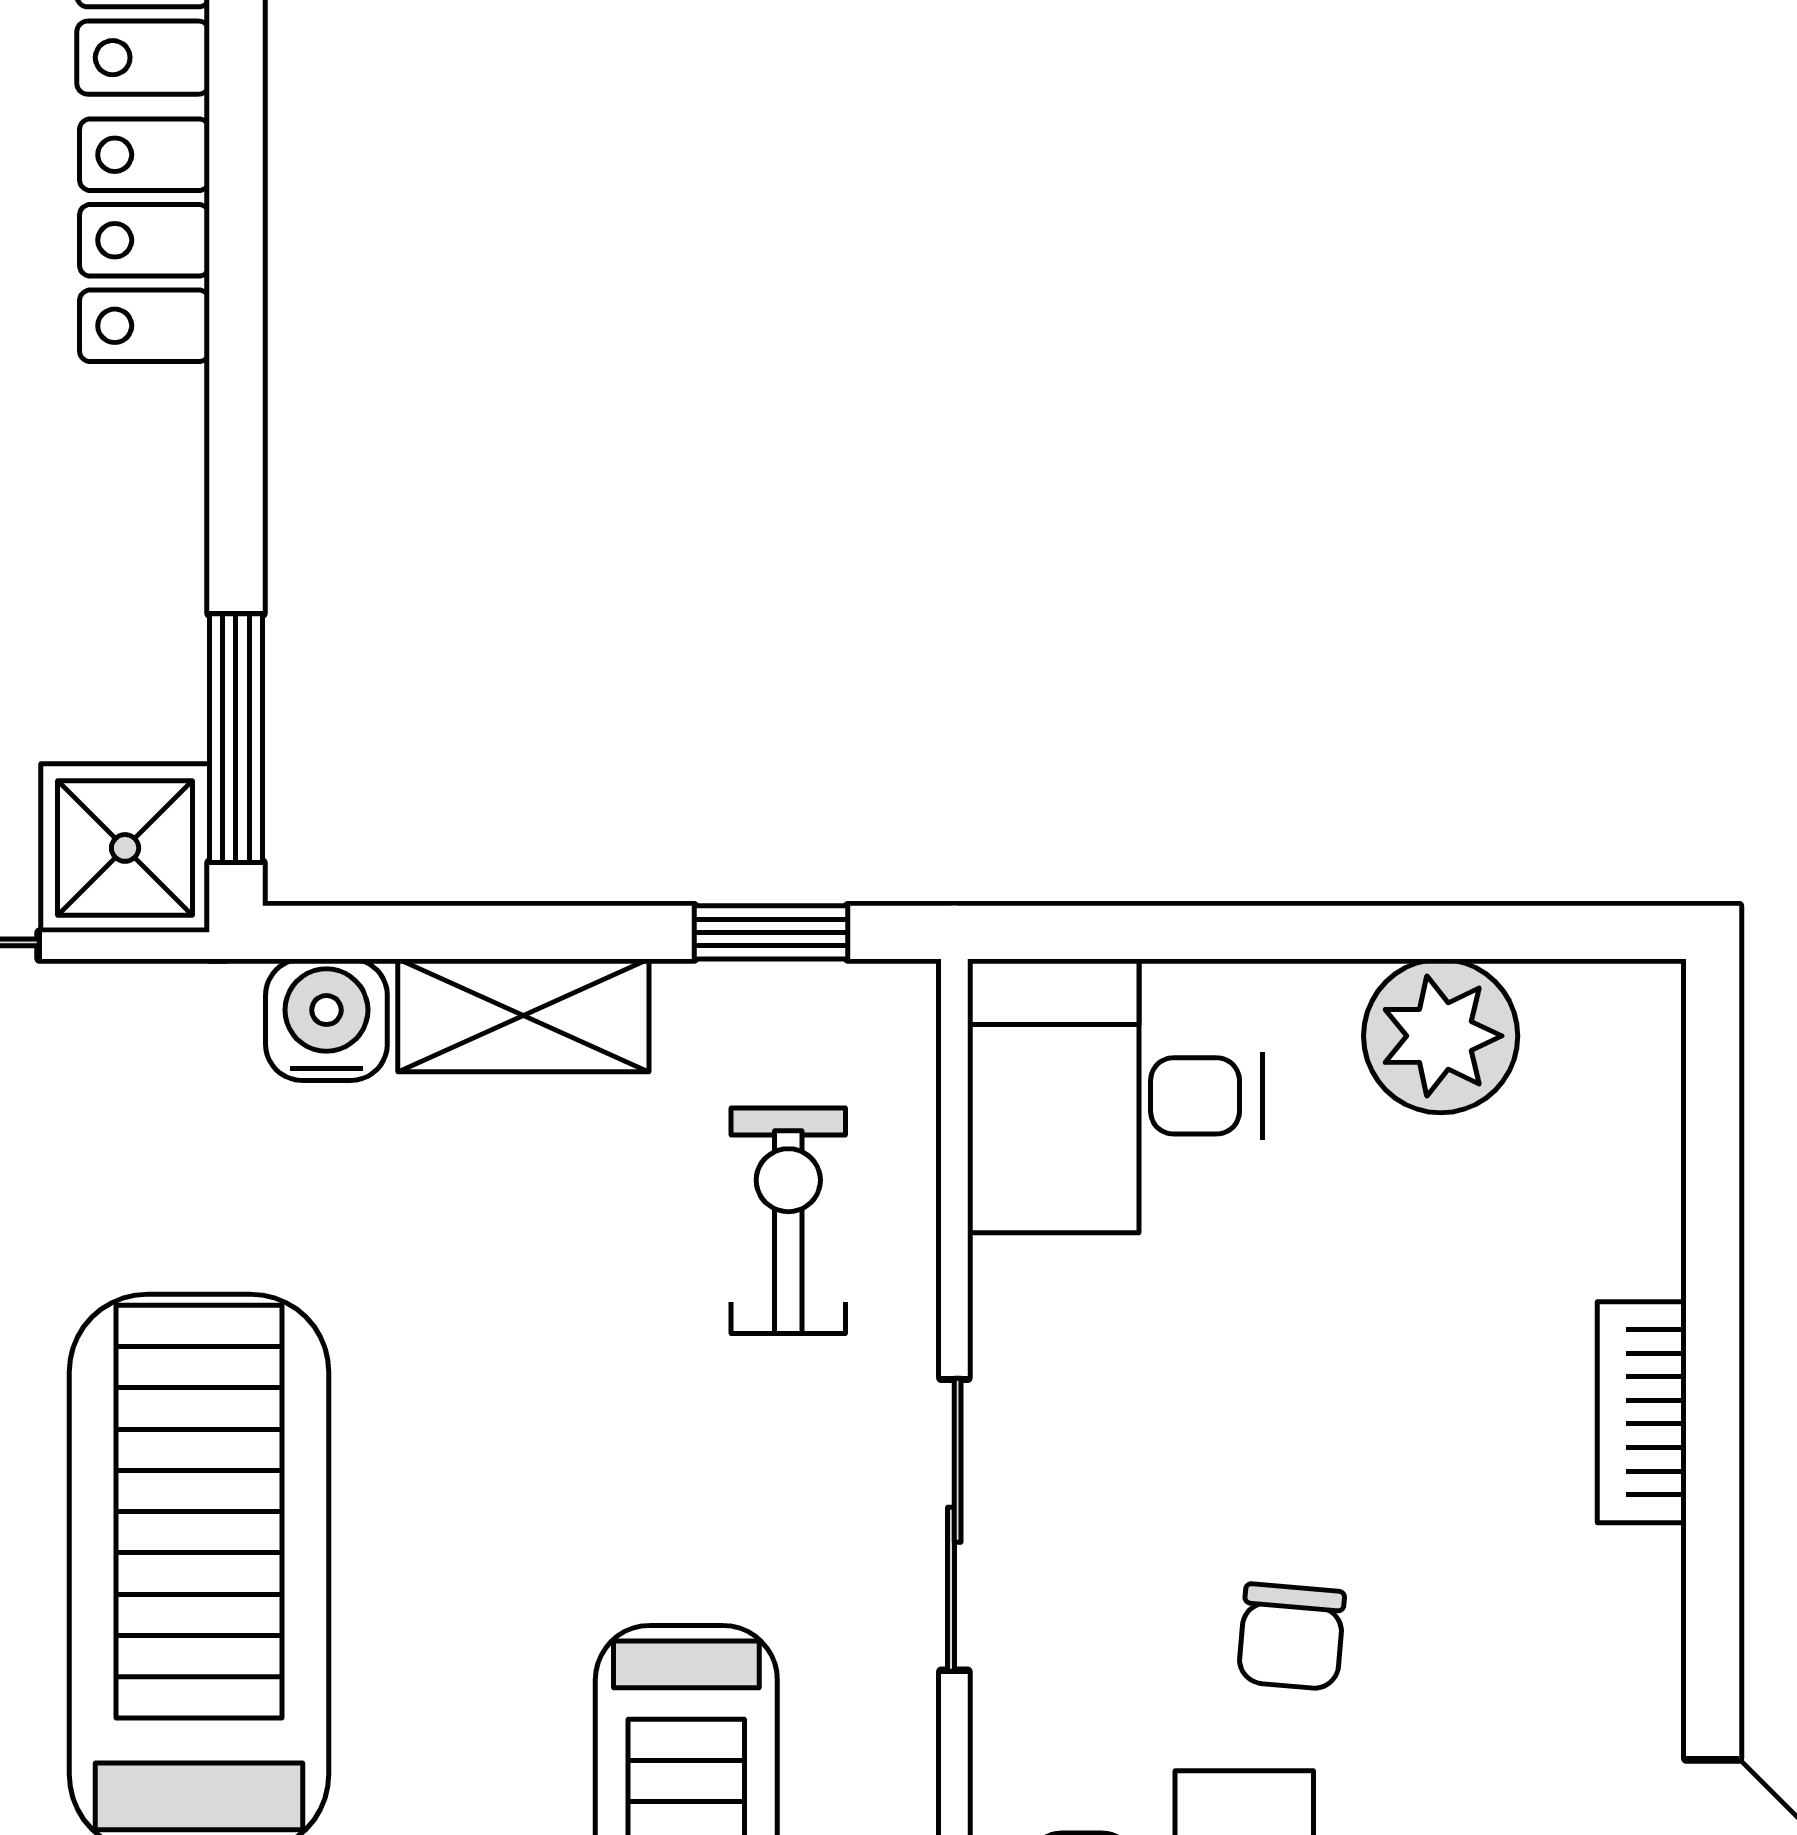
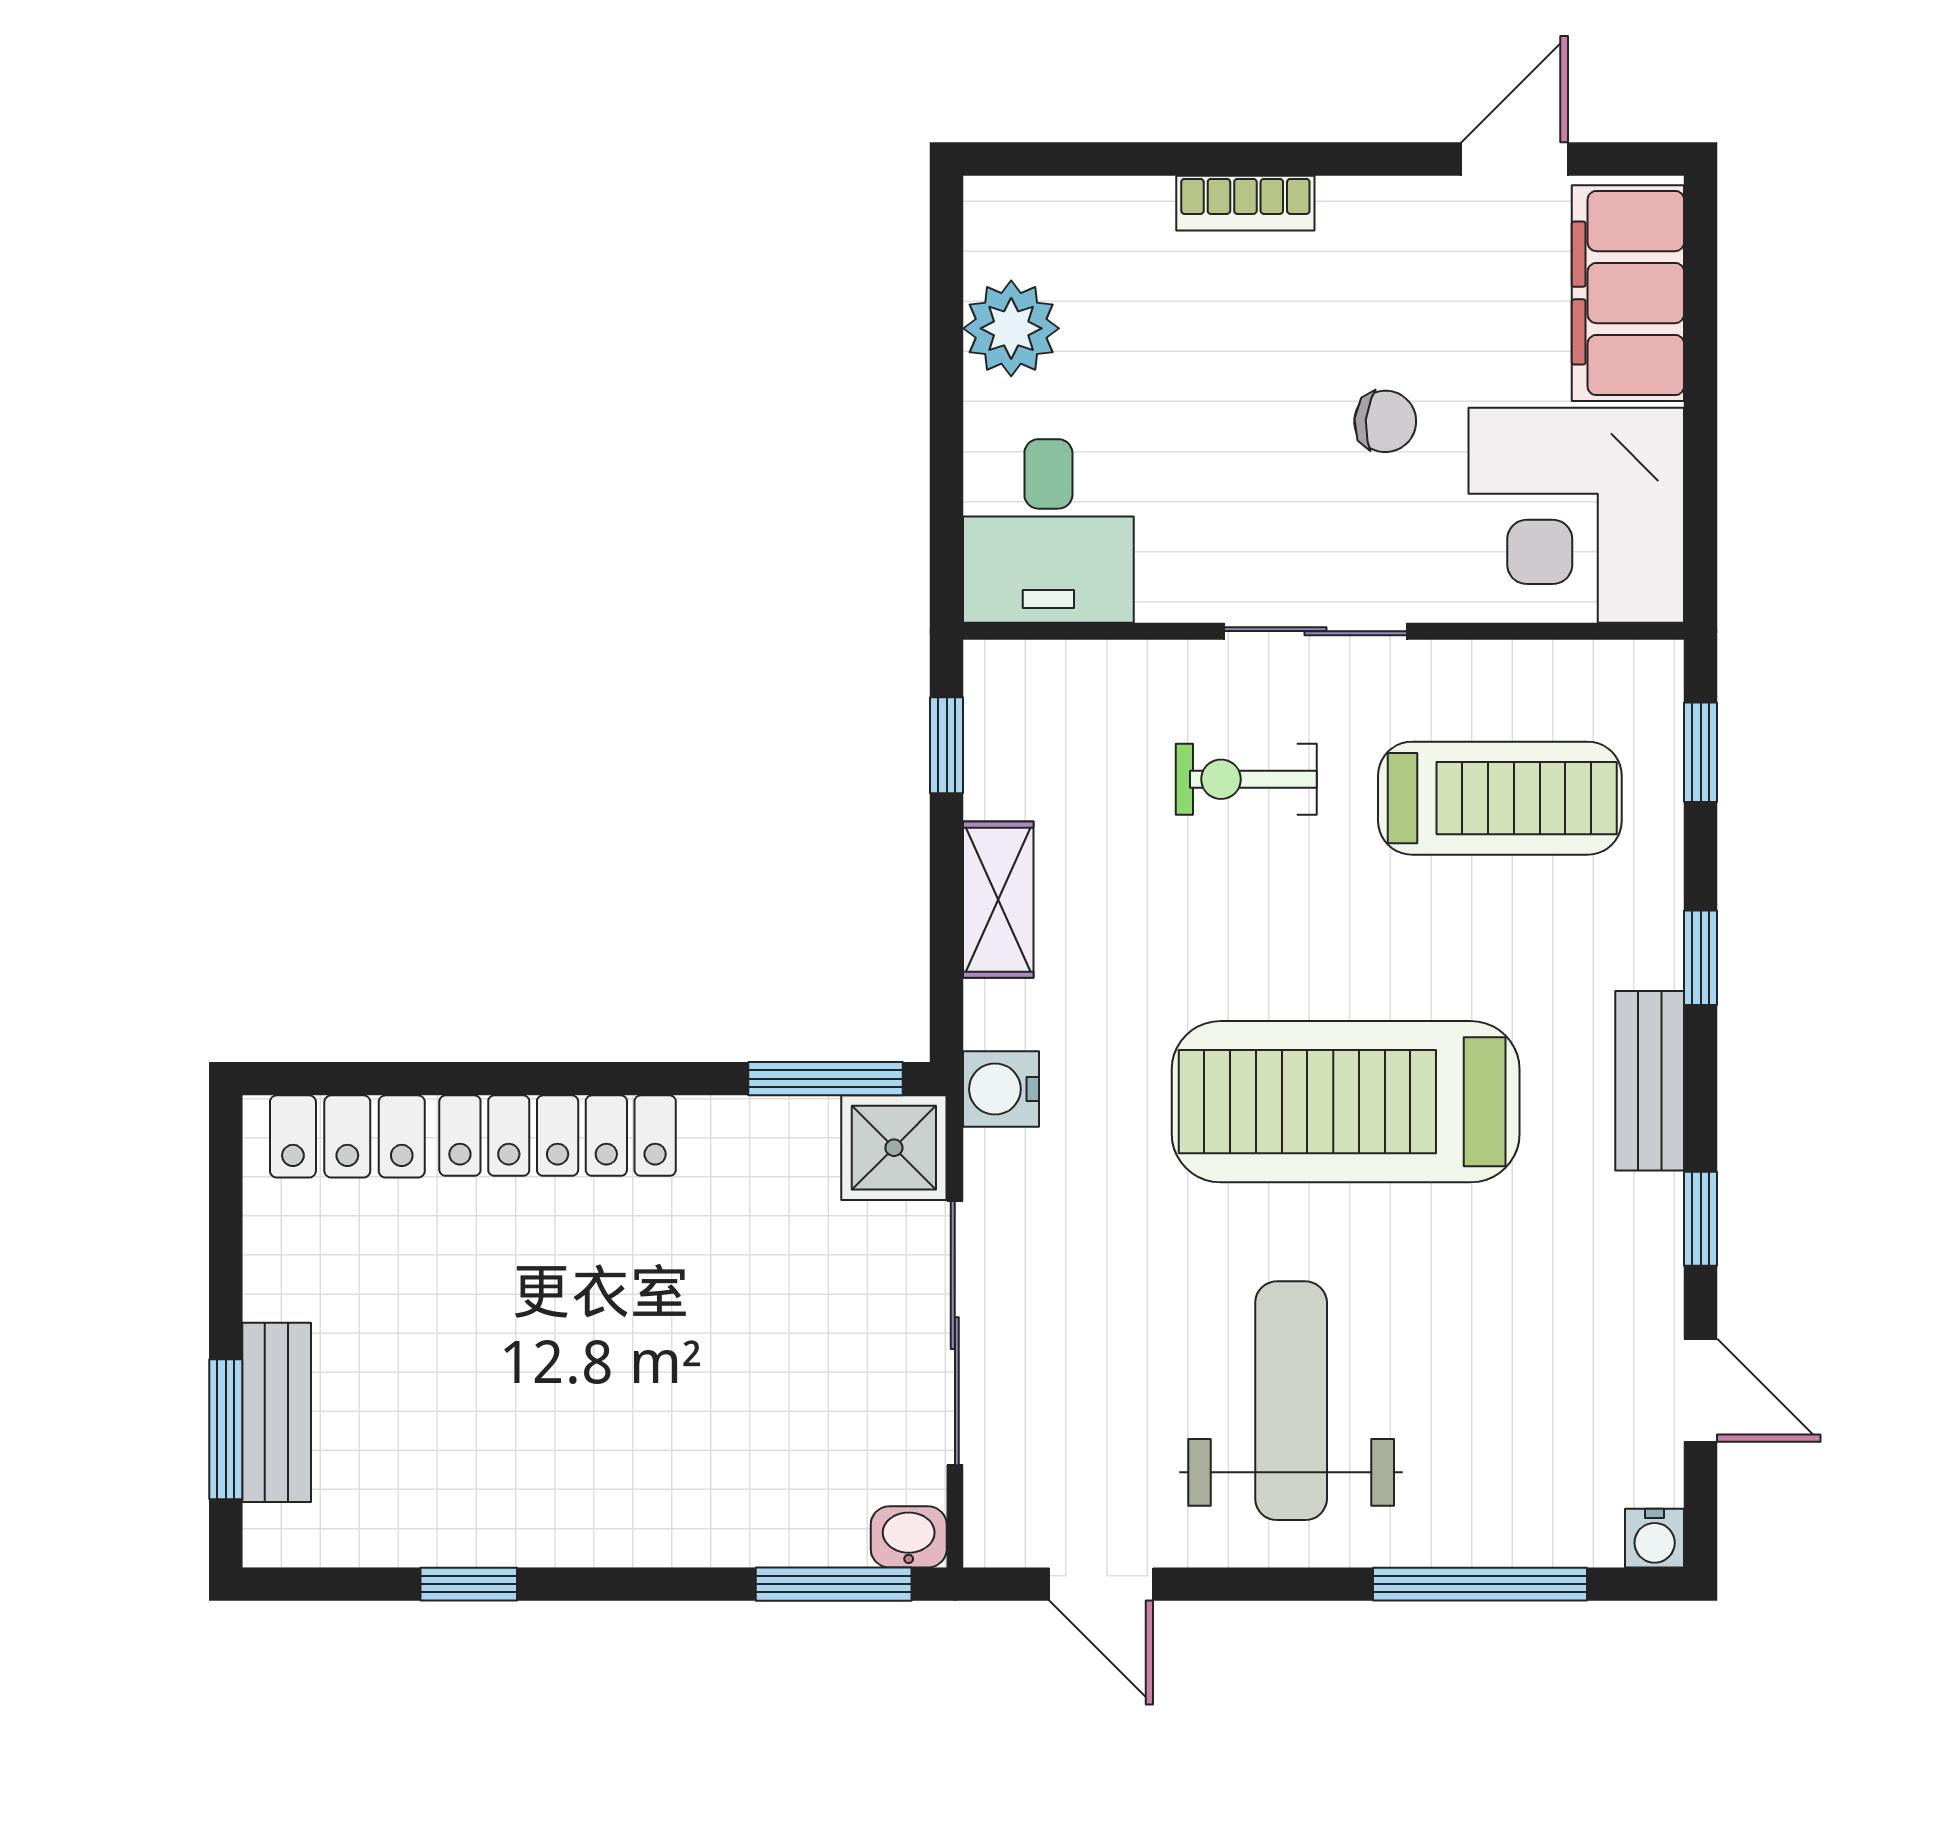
locker: (145, 240) -> (558, 1136), width x1.53
water cooler: (326, 1020) -> (1001, 1089), moved
exercise bike: (788, 1221) -> (1246, 779), moved

